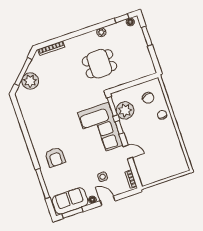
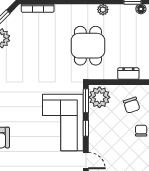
dining table: (99, 64) -> (88, 46), turned 90
dresser: (138, 75) -> (128, 74), added
plant: (125, 110) -> (99, 97), moved

